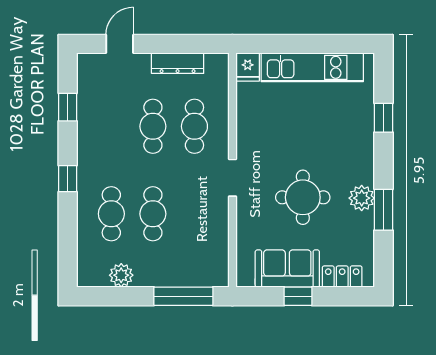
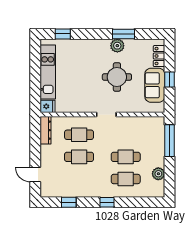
dresser: (178, 63) -> (45, 130), moved
window: (384, 118) -> (63, 34), moved

